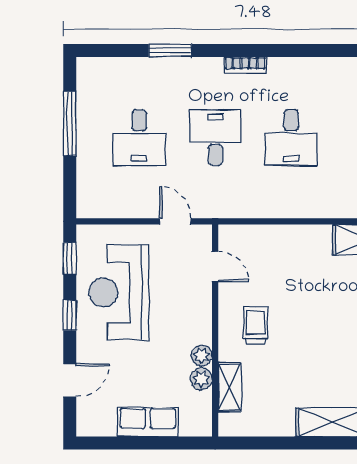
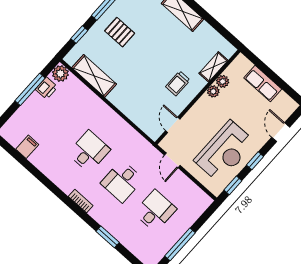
door: (70, 380) -> (281, 132), hinge flipped

